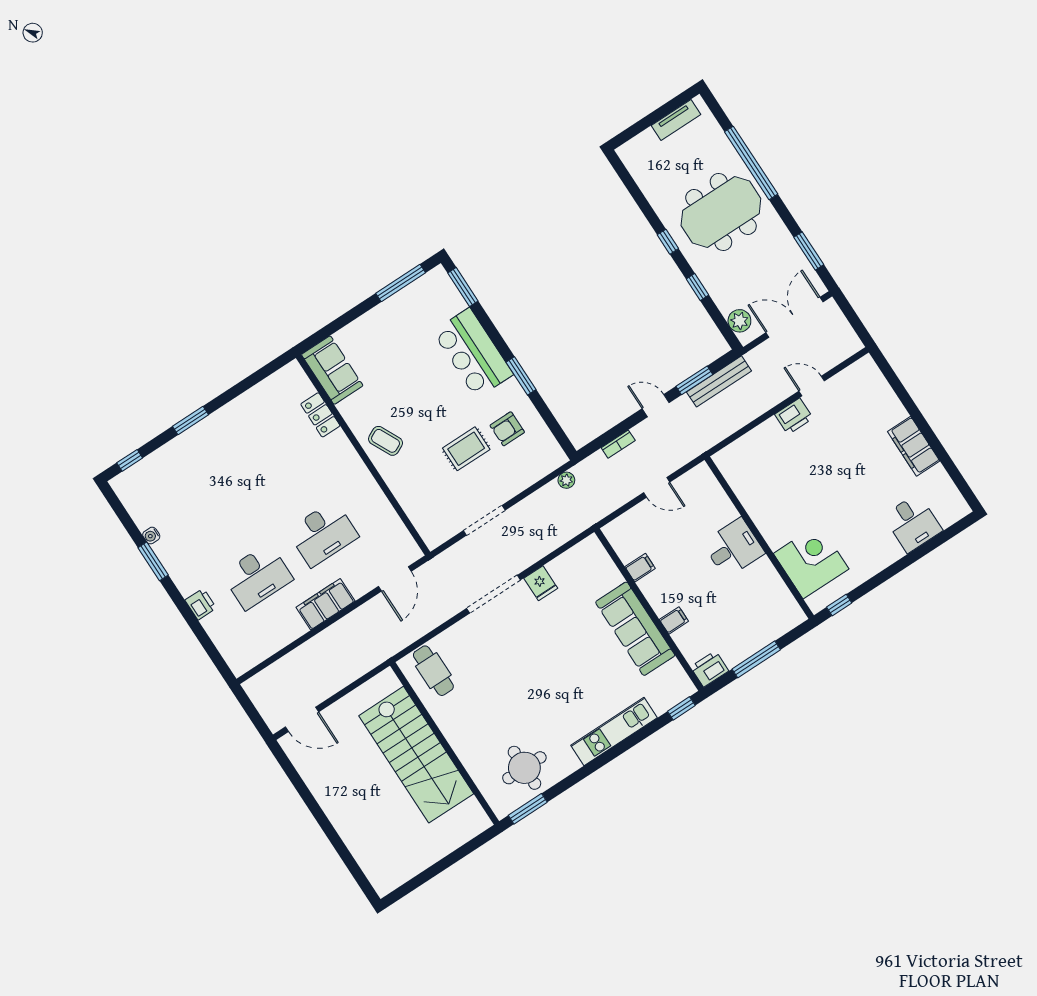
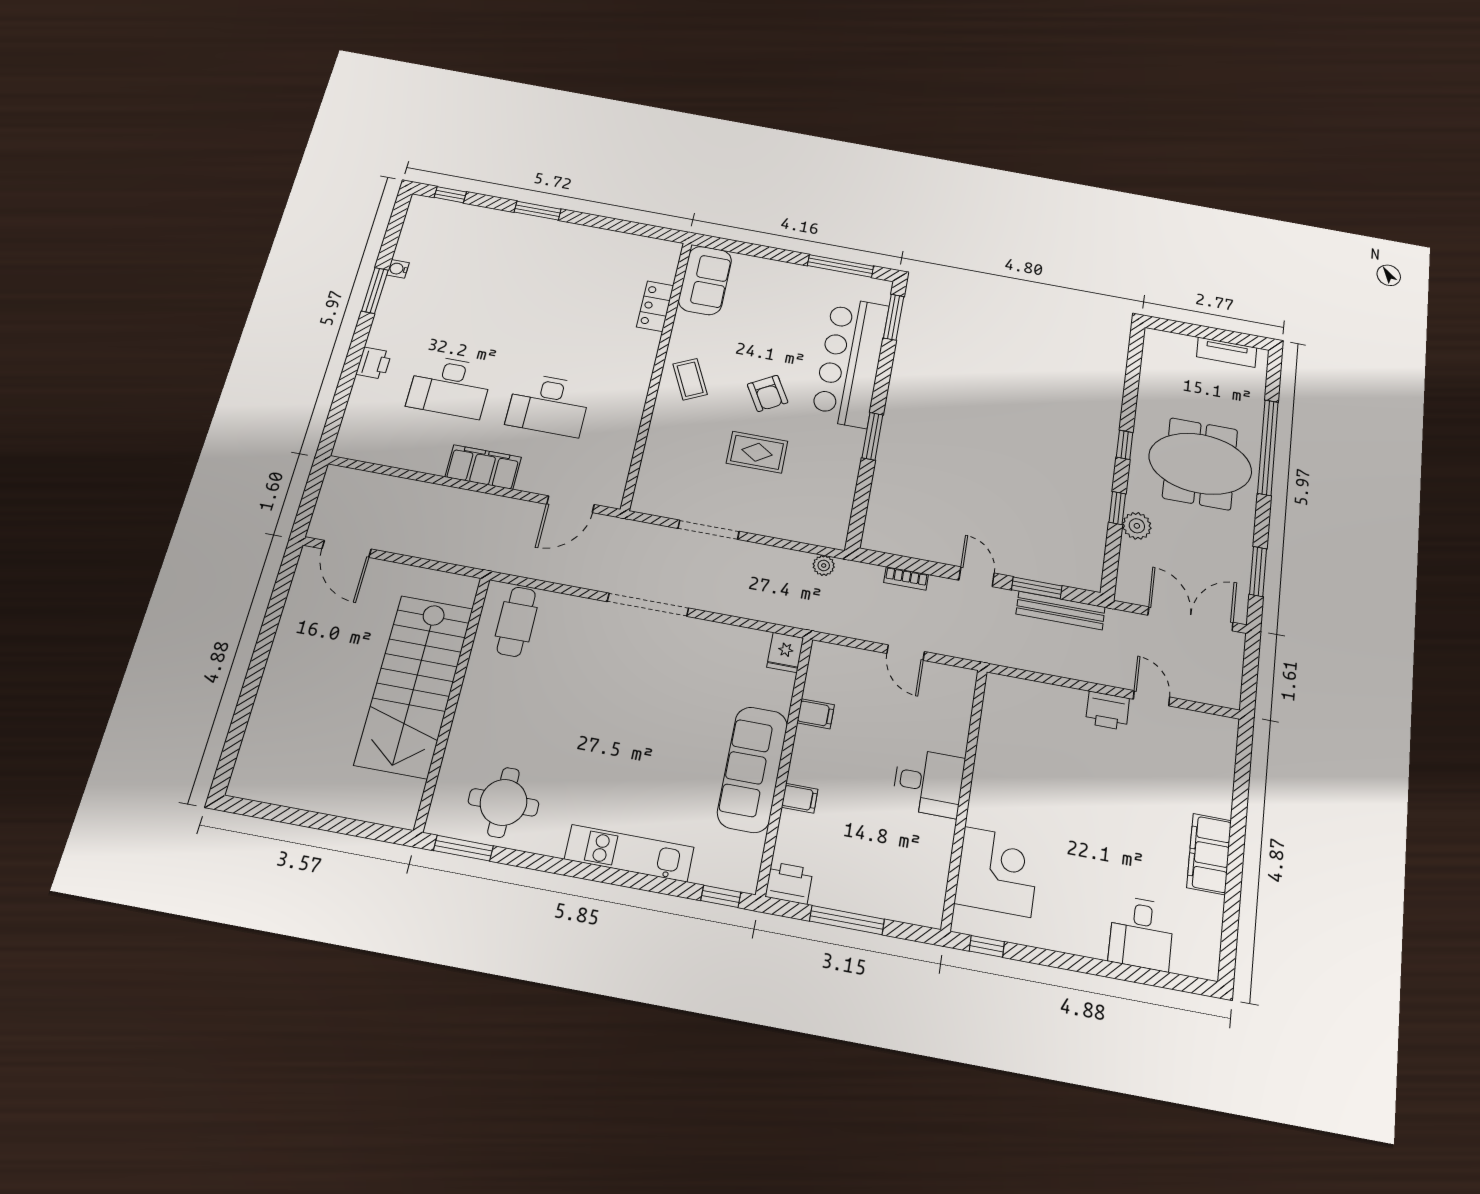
plant: (739, 321) -> (1137, 526), moved
bar counter: (473, 353) -> (850, 362), width x1.36
armchair: (507, 429) -> (768, 393), moved, turned -120
fridge: (541, 583) -> (785, 653), moved

